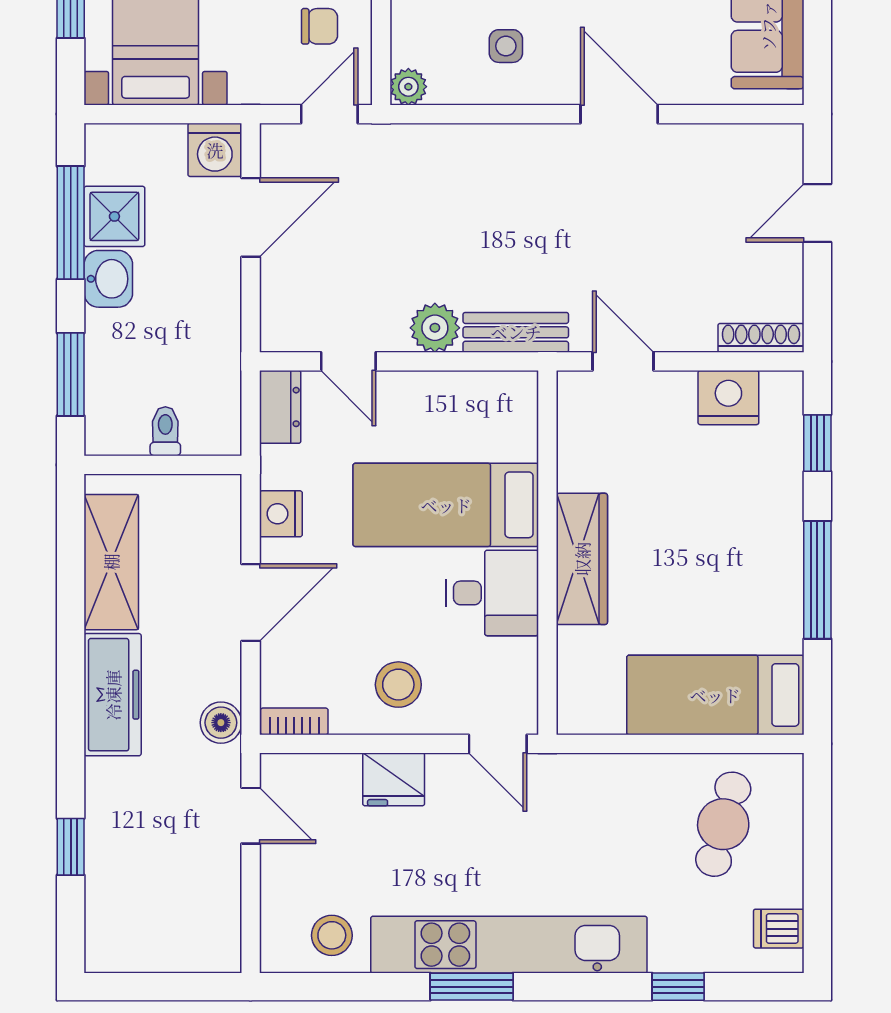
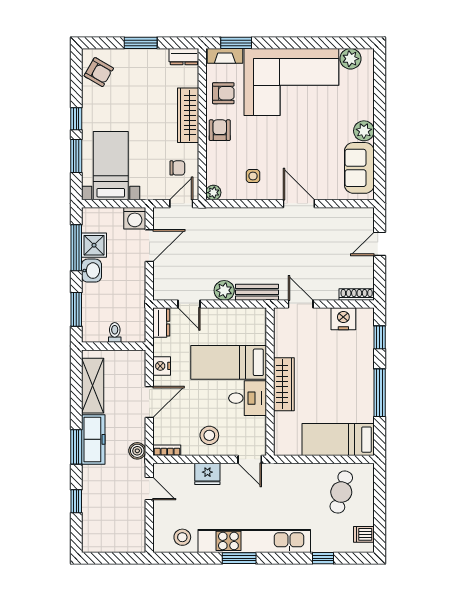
window: (71, 713) -> (76, 447), added

